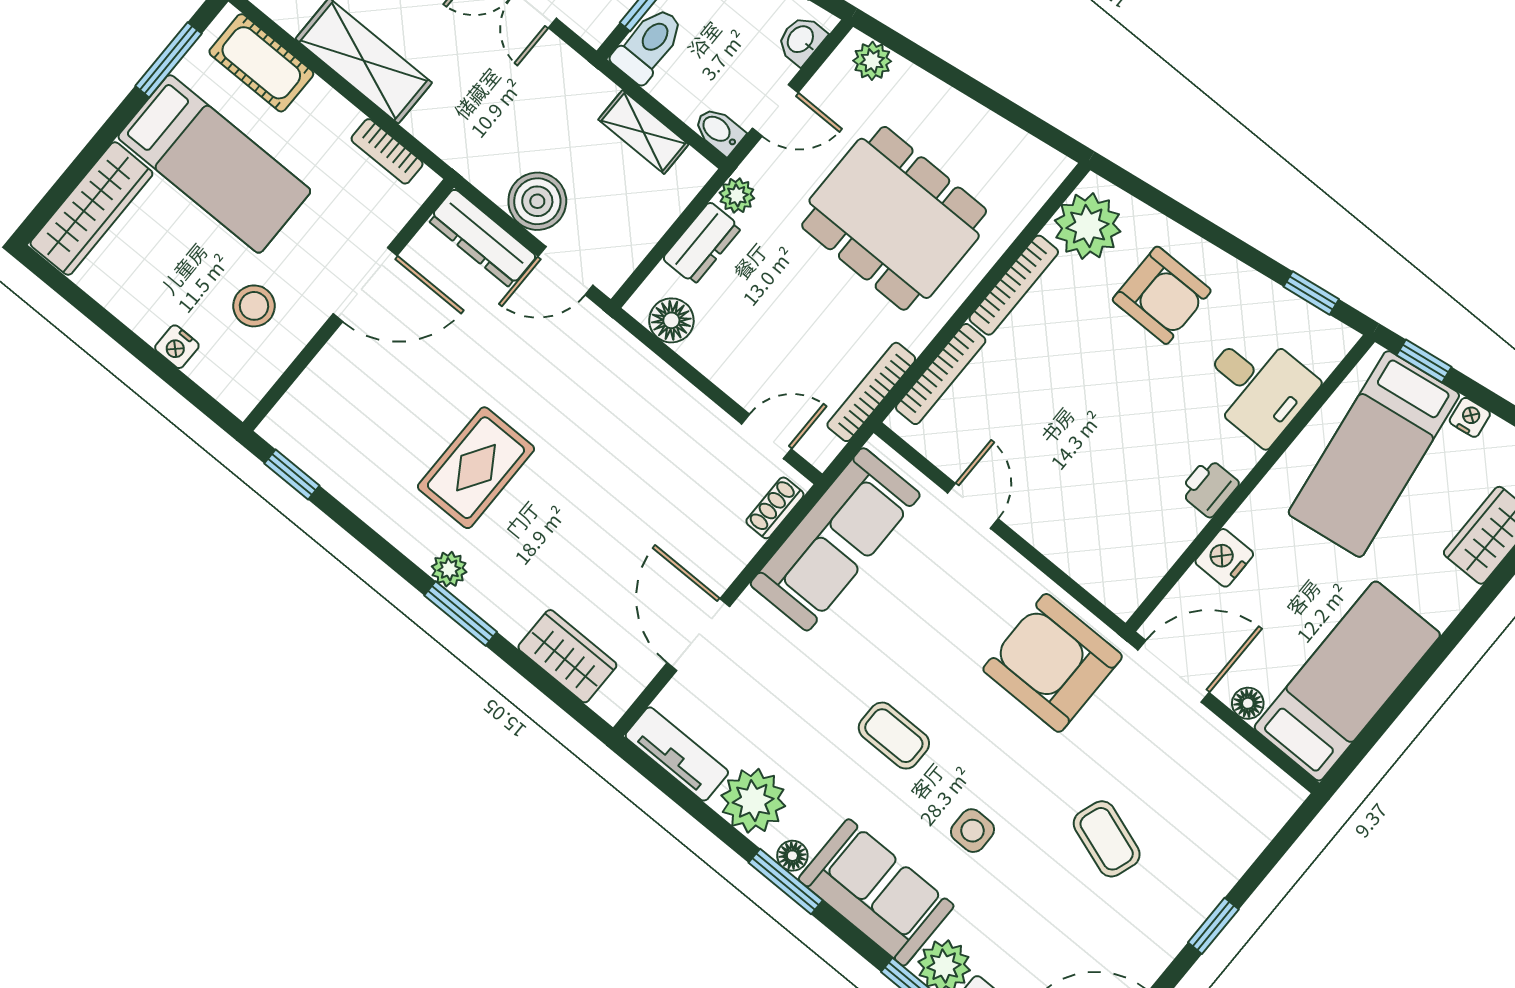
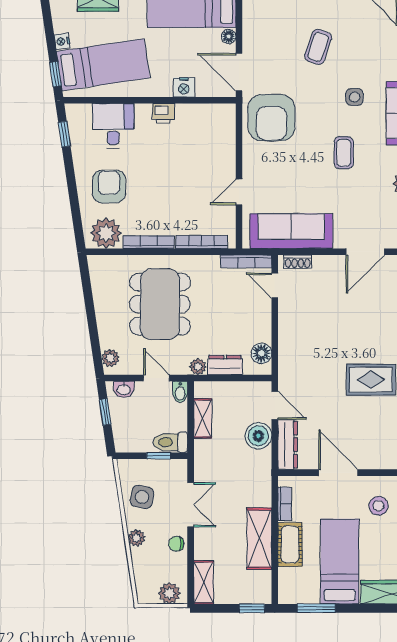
cot: (261, 63) -> (290, 545), moved
bookcase: (871, 392) -> (246, 261), moved

